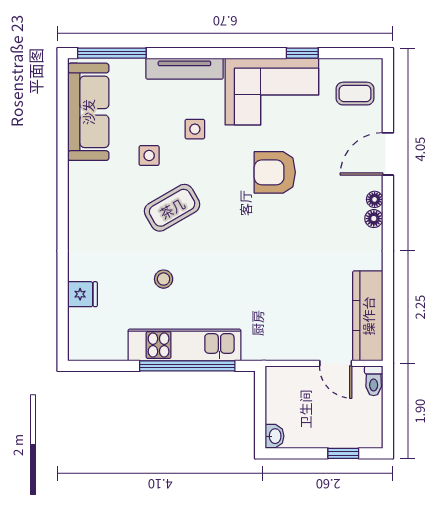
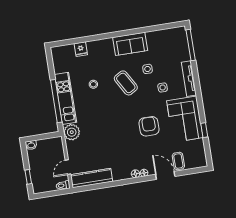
coffee table: (355, 94) -> (178, 161), moved
sofa: (88, 112) -> (130, 44), moved, width x0.73
plant: (261, 343) -> (72, 132), added

